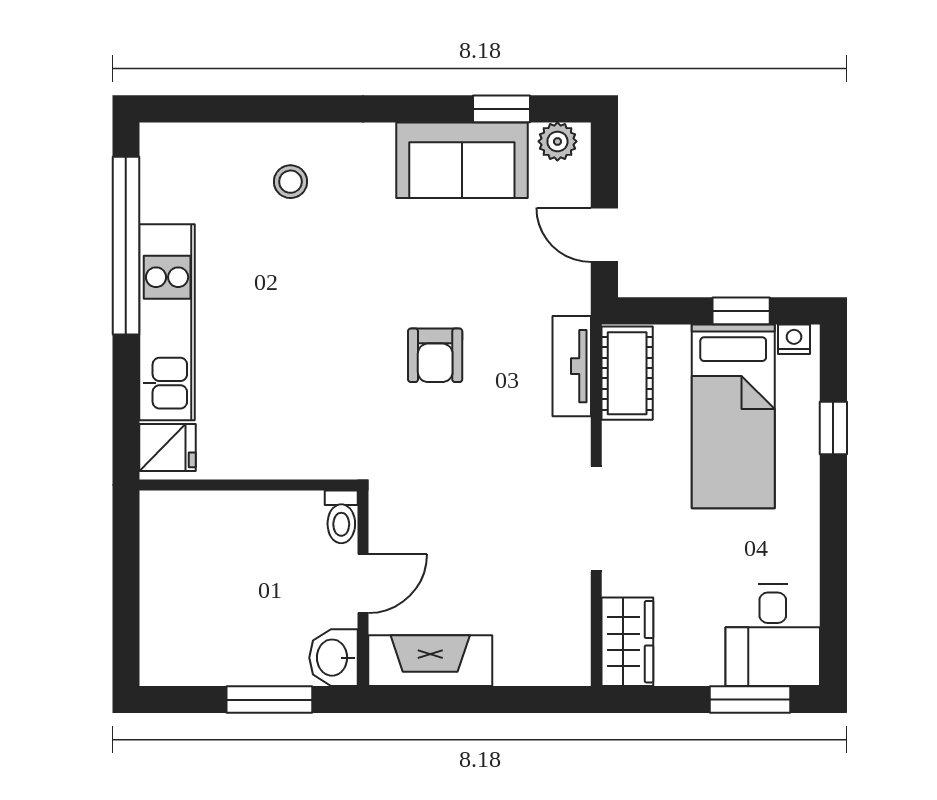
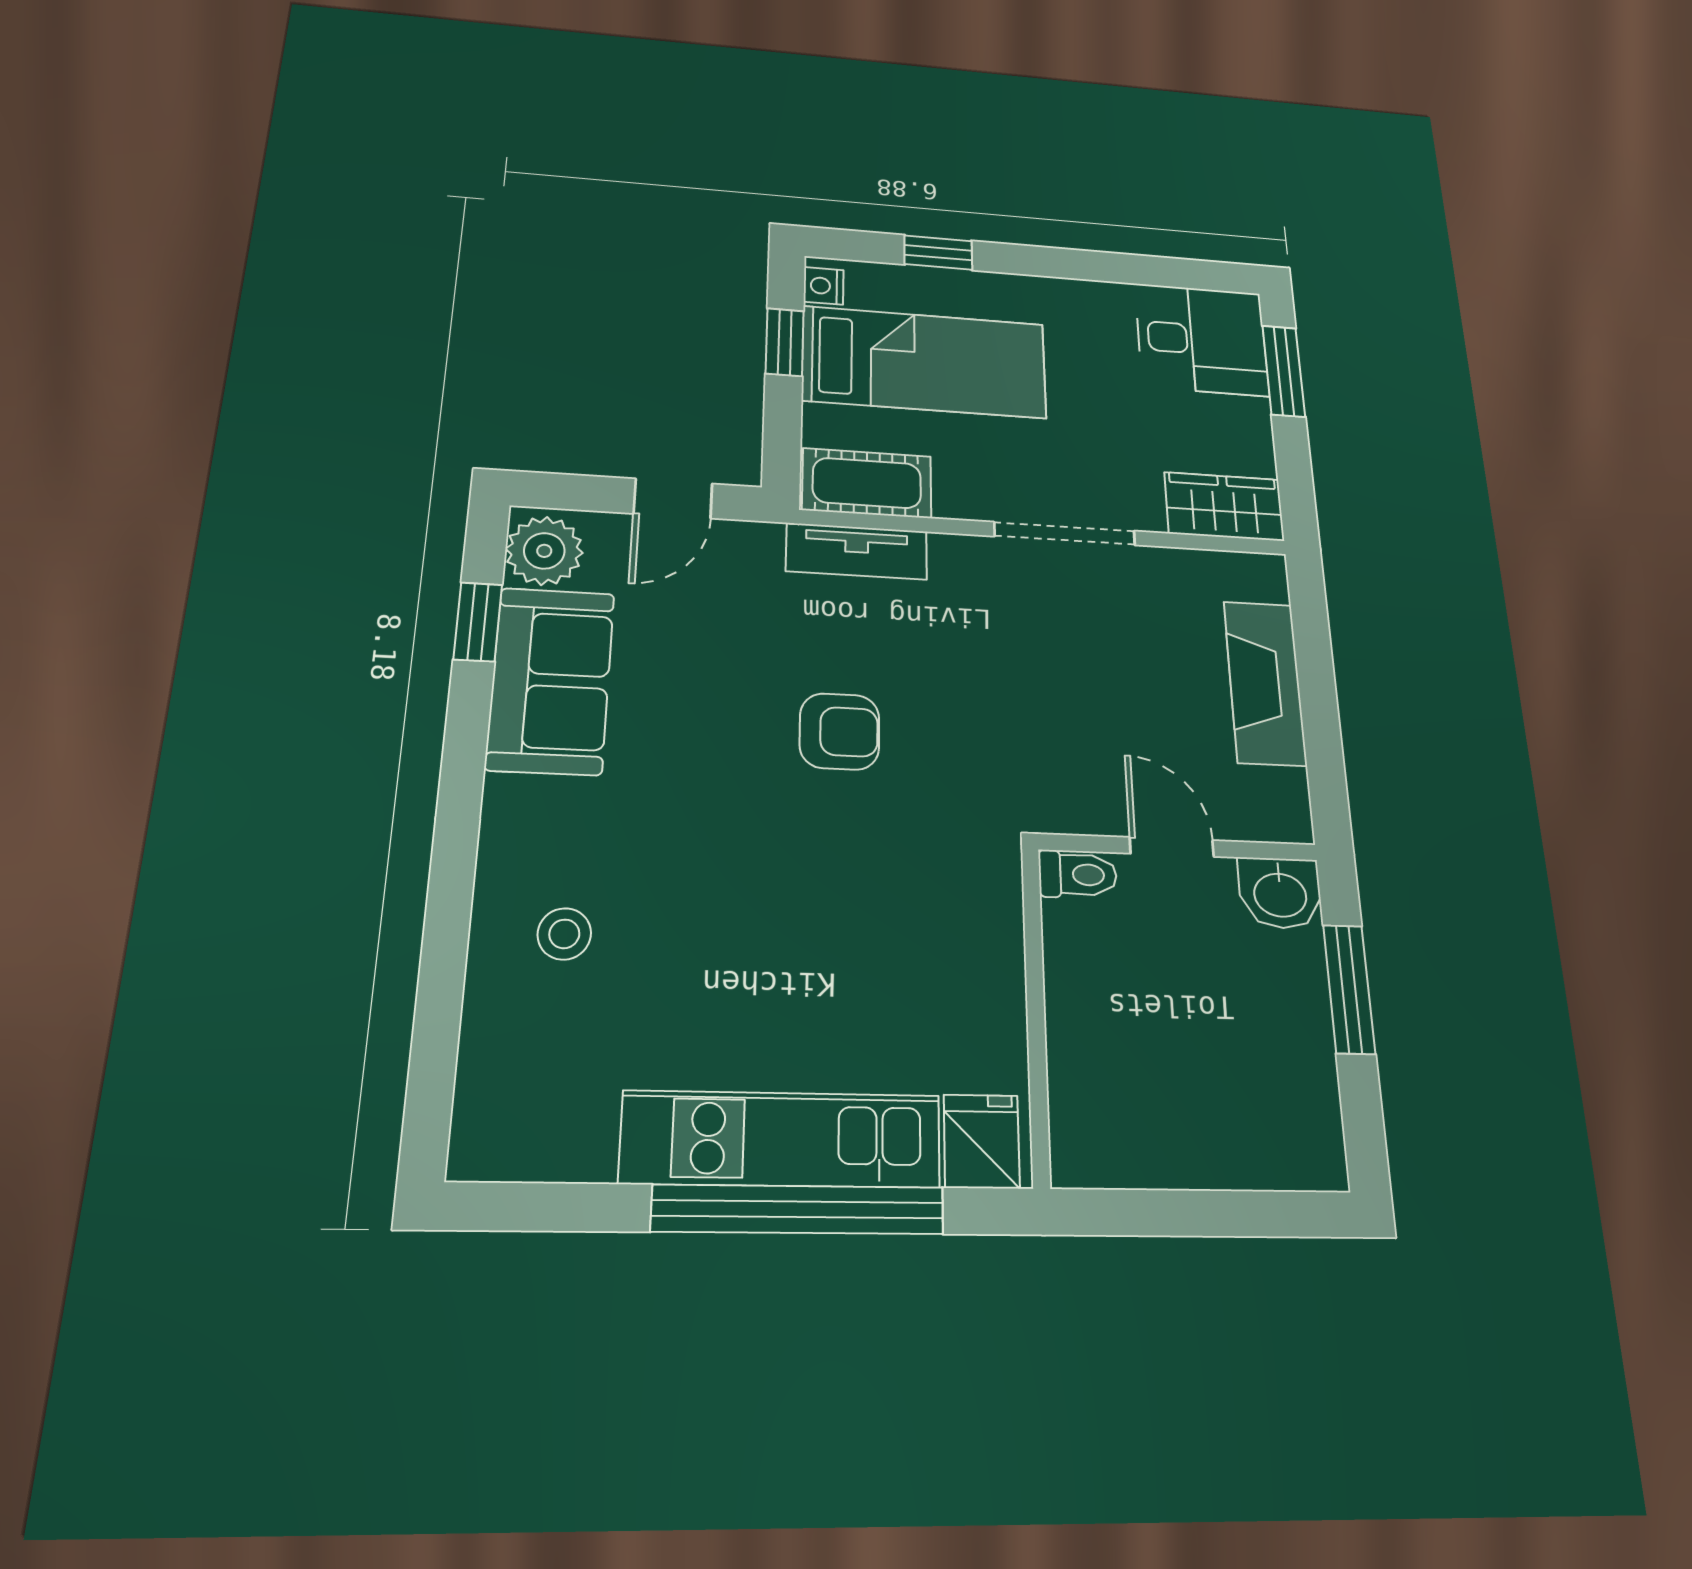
plant: (557, 141) -> (544, 551), width x1.38, depth x1.38
window: (126, 246) -> (799, 1209), moved
fireplace: (430, 661) -> (1265, 683), moved

